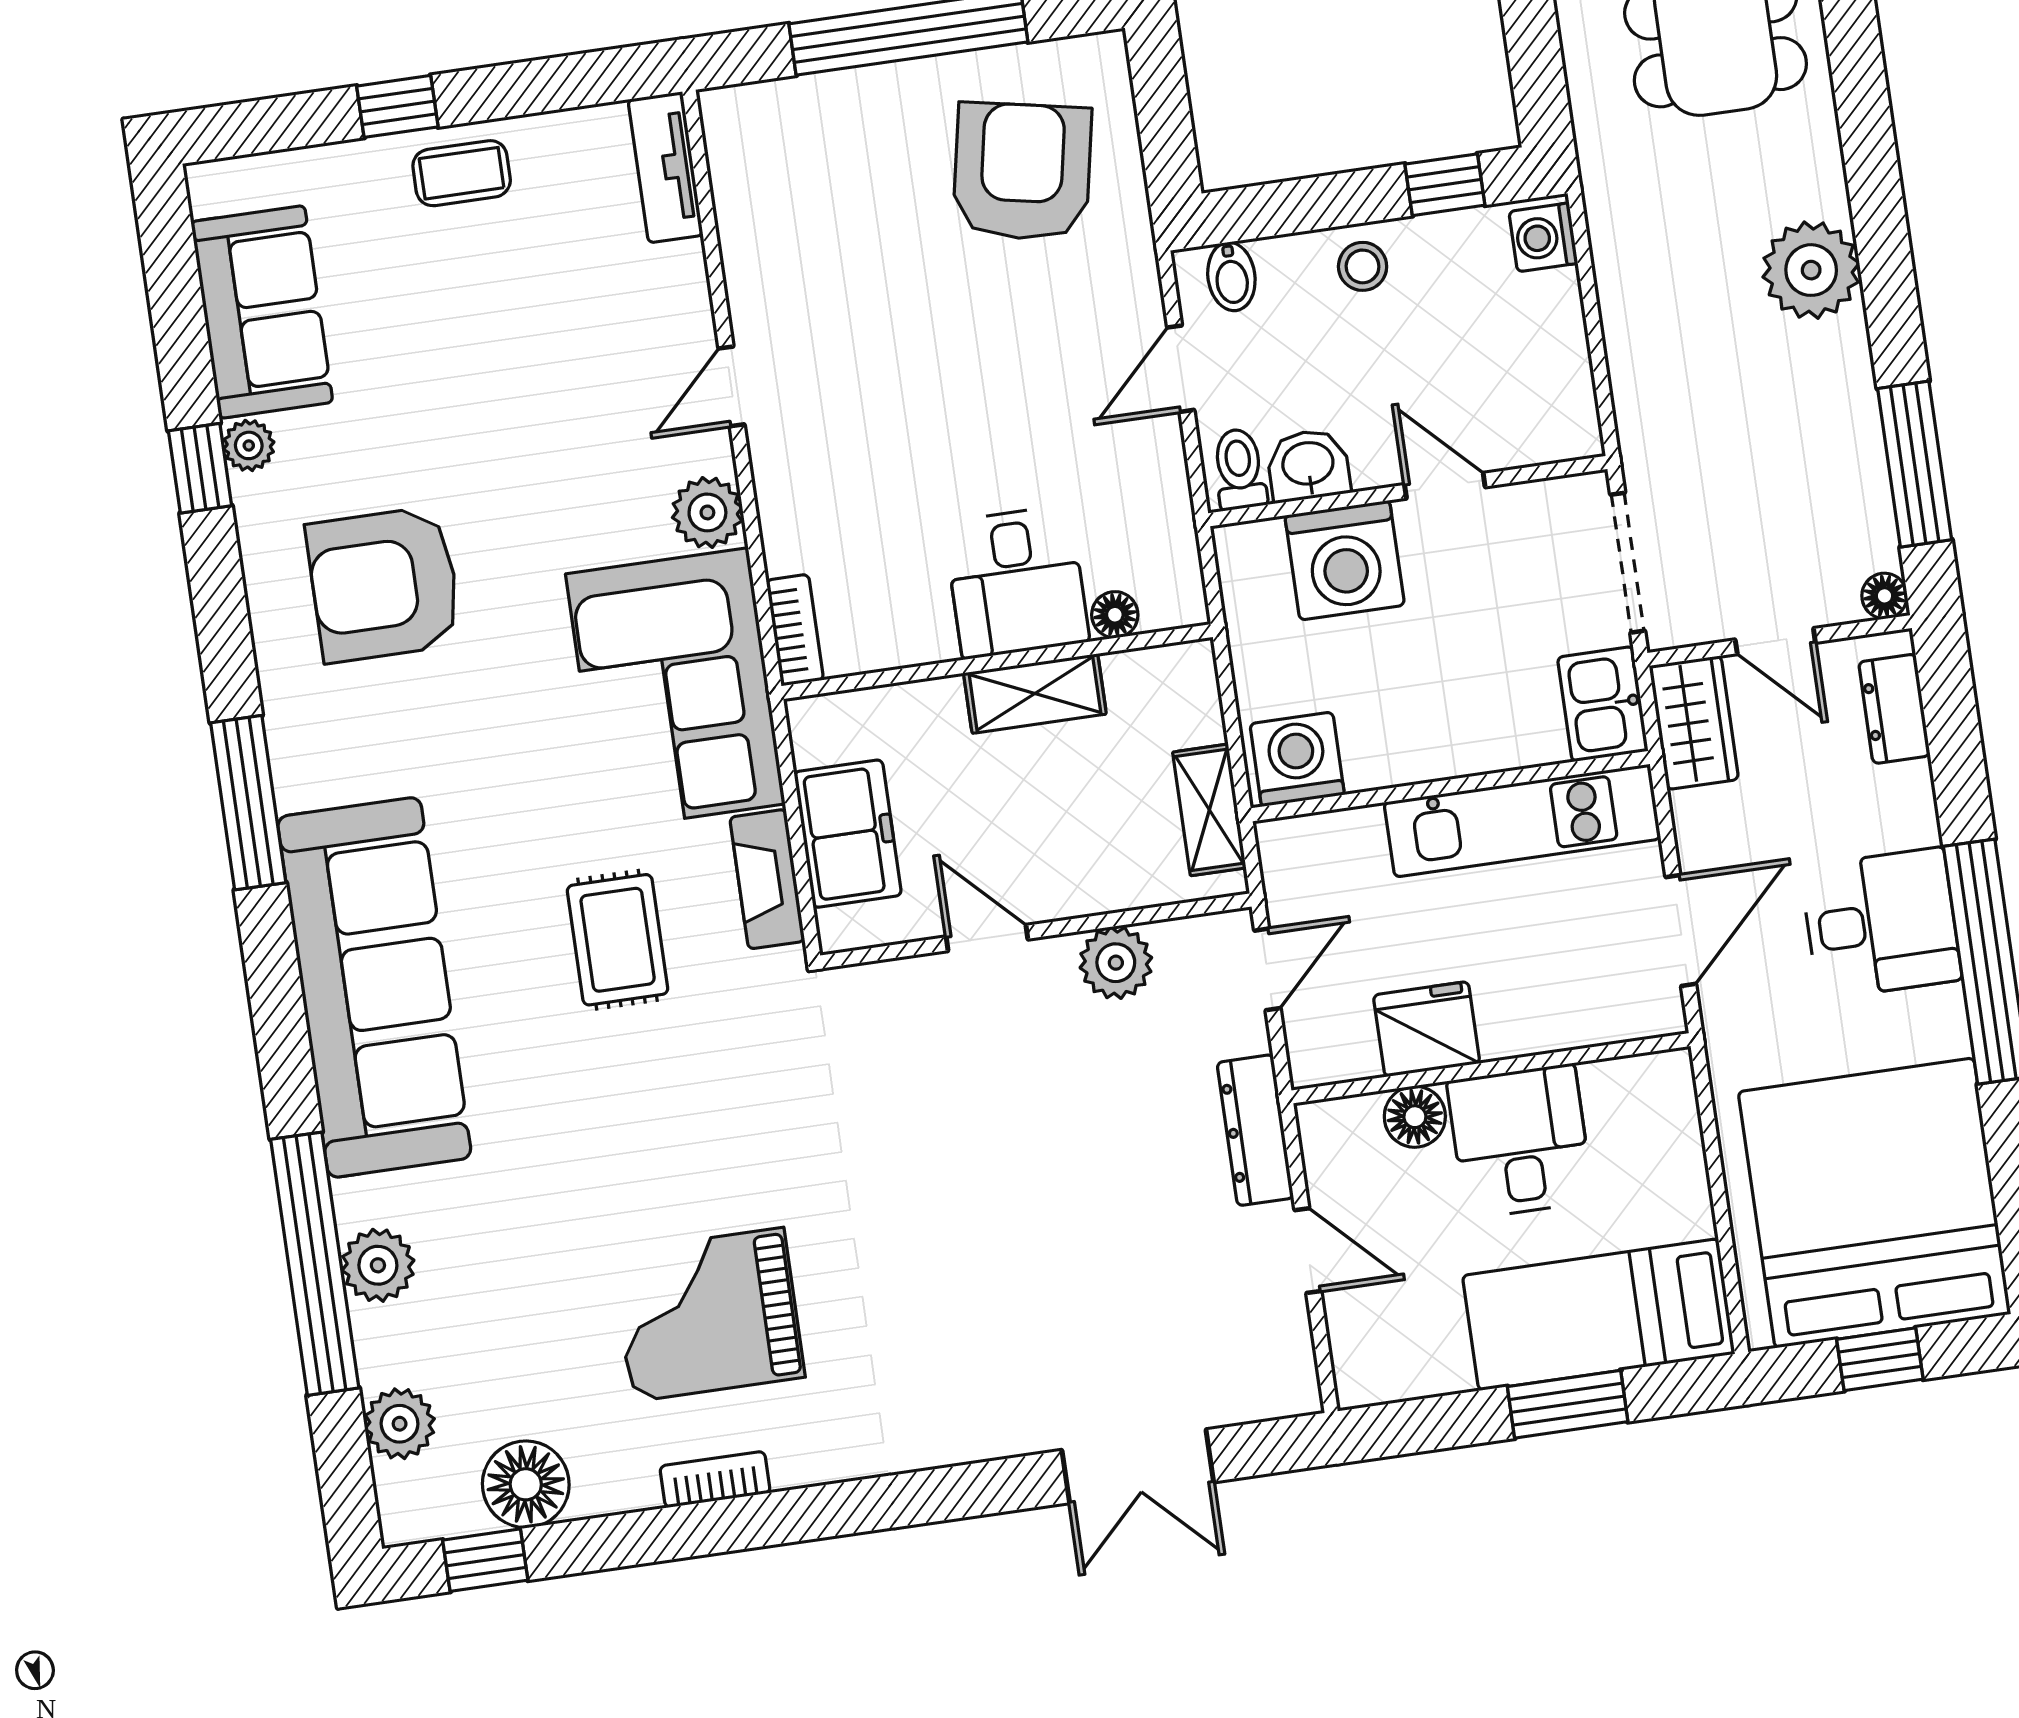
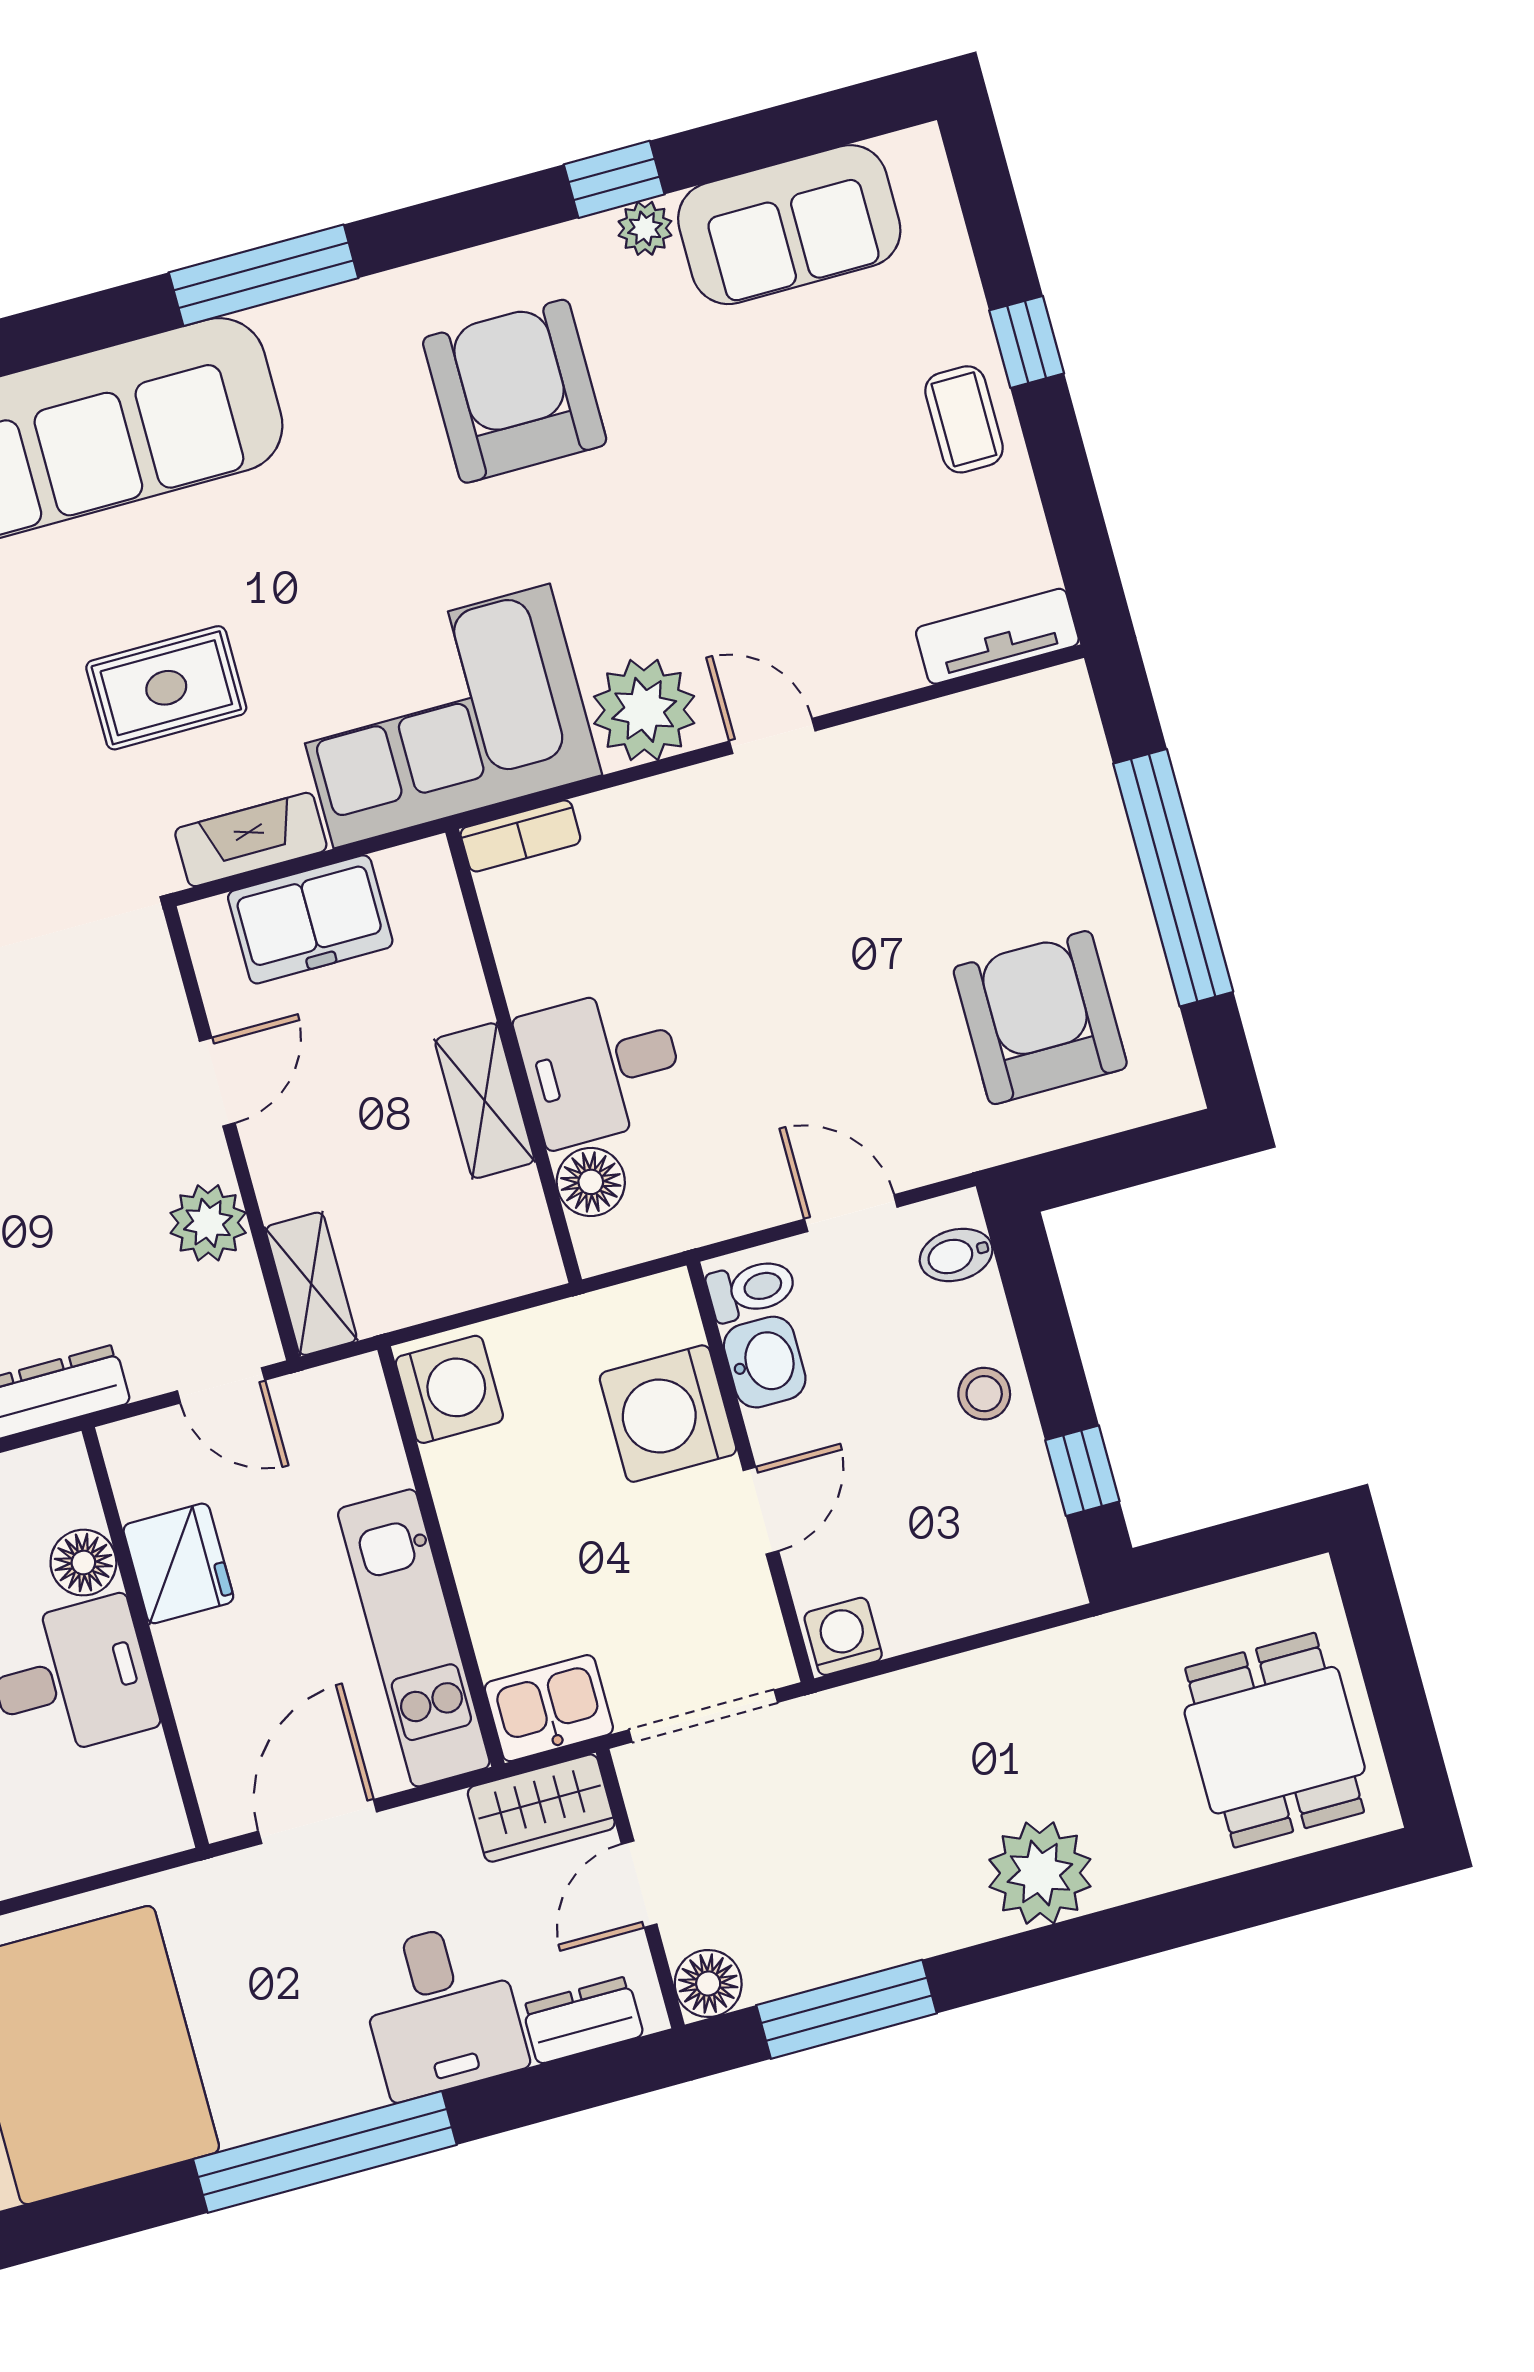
armchair: (1022, 172) -> (1040, 1018), turned -101
washing machine: (1543, 237) -> (843, 1636), moved
plant: (707, 512) -> (644, 710), width x1.36, depth x1.36
floor lamp: (1884, 596) -> (708, 1983), width x1.37, depth x1.37
floor lamp: (1115, 615) -> (591, 1182), width x1.37, depth x1.37
shelving: (1209, 810) -> (311, 1284), moved, turned 90
desk: (1881, 923) -> (441, 2010), moved
door: (1681, 930) -> (318, 1822), swing flipped

